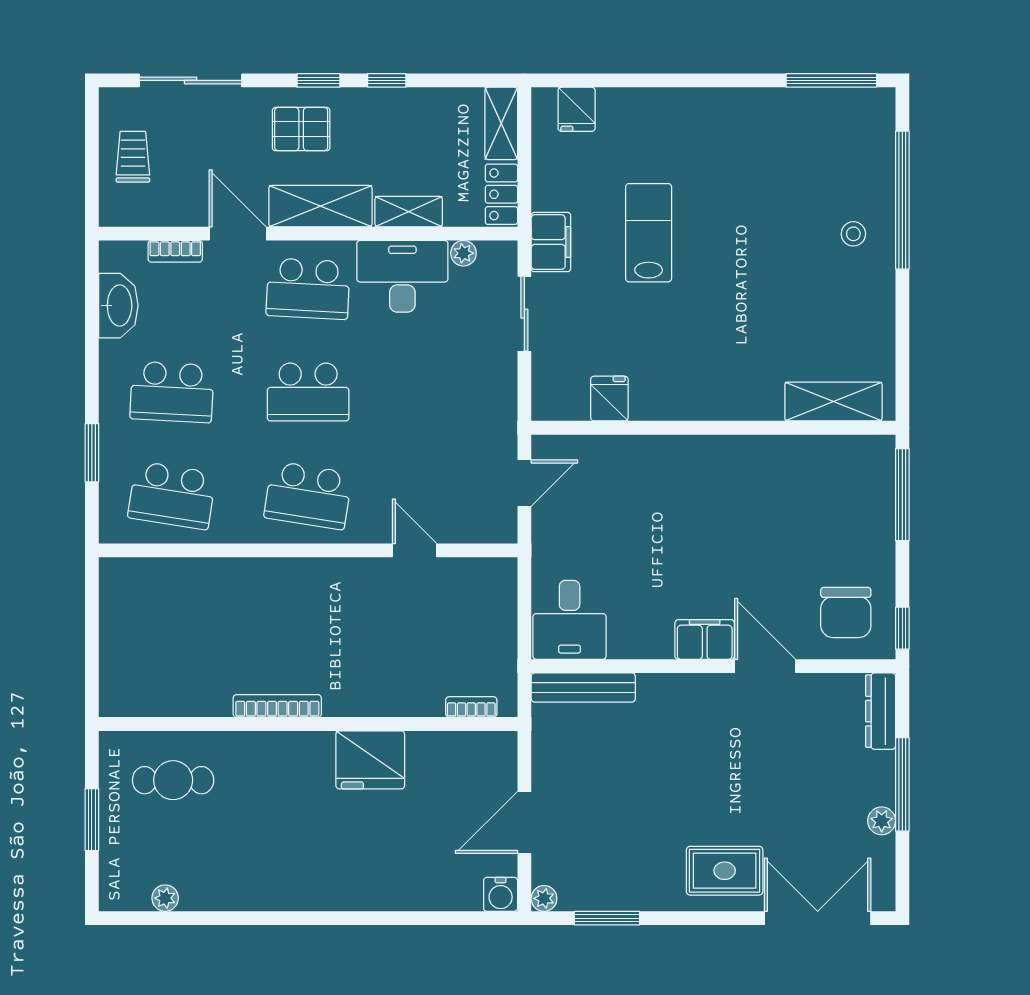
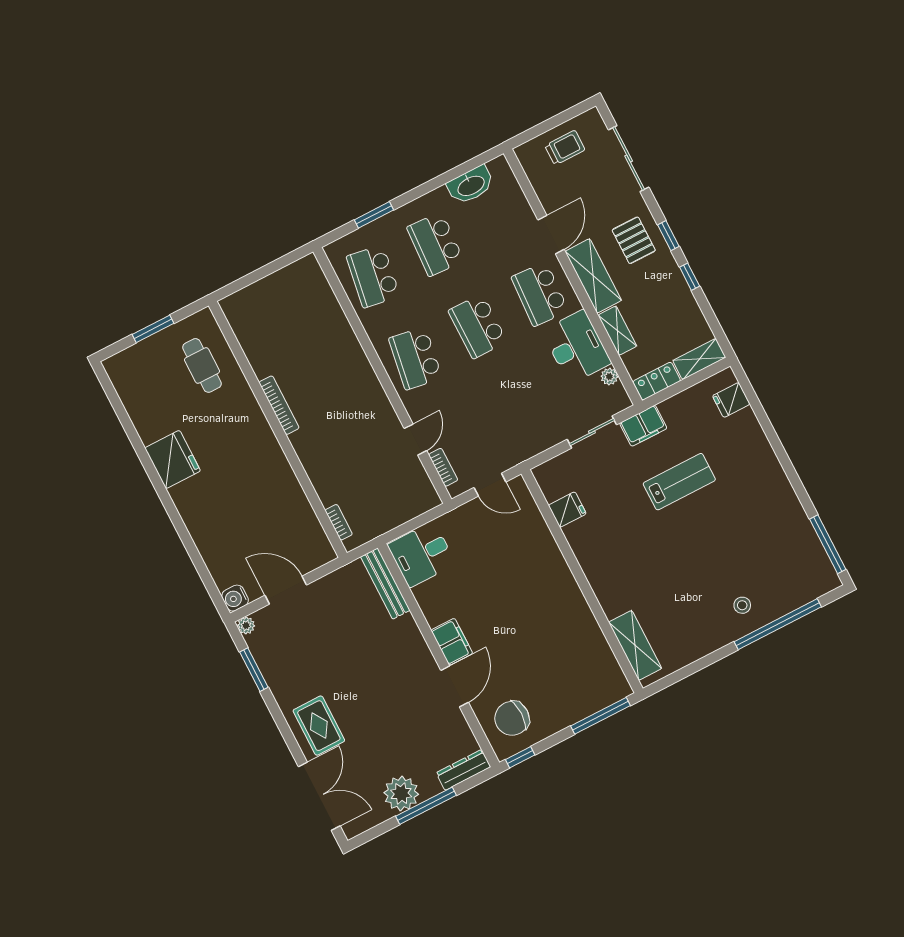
bookcase: (175, 251) -> (443, 467), moved, turned 180
fridge: (370, 760) -> (173, 459), moved, turned 180
plant: (882, 821) -> (401, 794), width x1.88, depth x1.88
plant: (165, 898) -> (129, 397), removed

